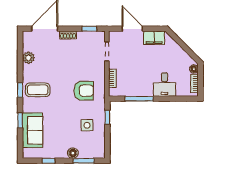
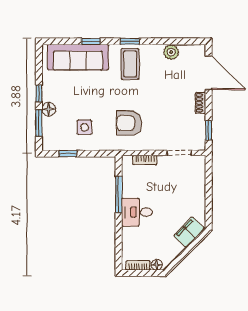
door: (132, 29) -> (209, 186), removed
filing cabinet: (154, 38) -> (189, 232), moved, turned 45
desk: (164, 85) -> (137, 212), moved
armchair: (84, 91) -> (129, 123), turned 90
window: (107, 117) -> (68, 154), moved
sofa: (32, 130) -> (78, 57), width x1.36
window: (49, 161) -> (39, 93), moved

